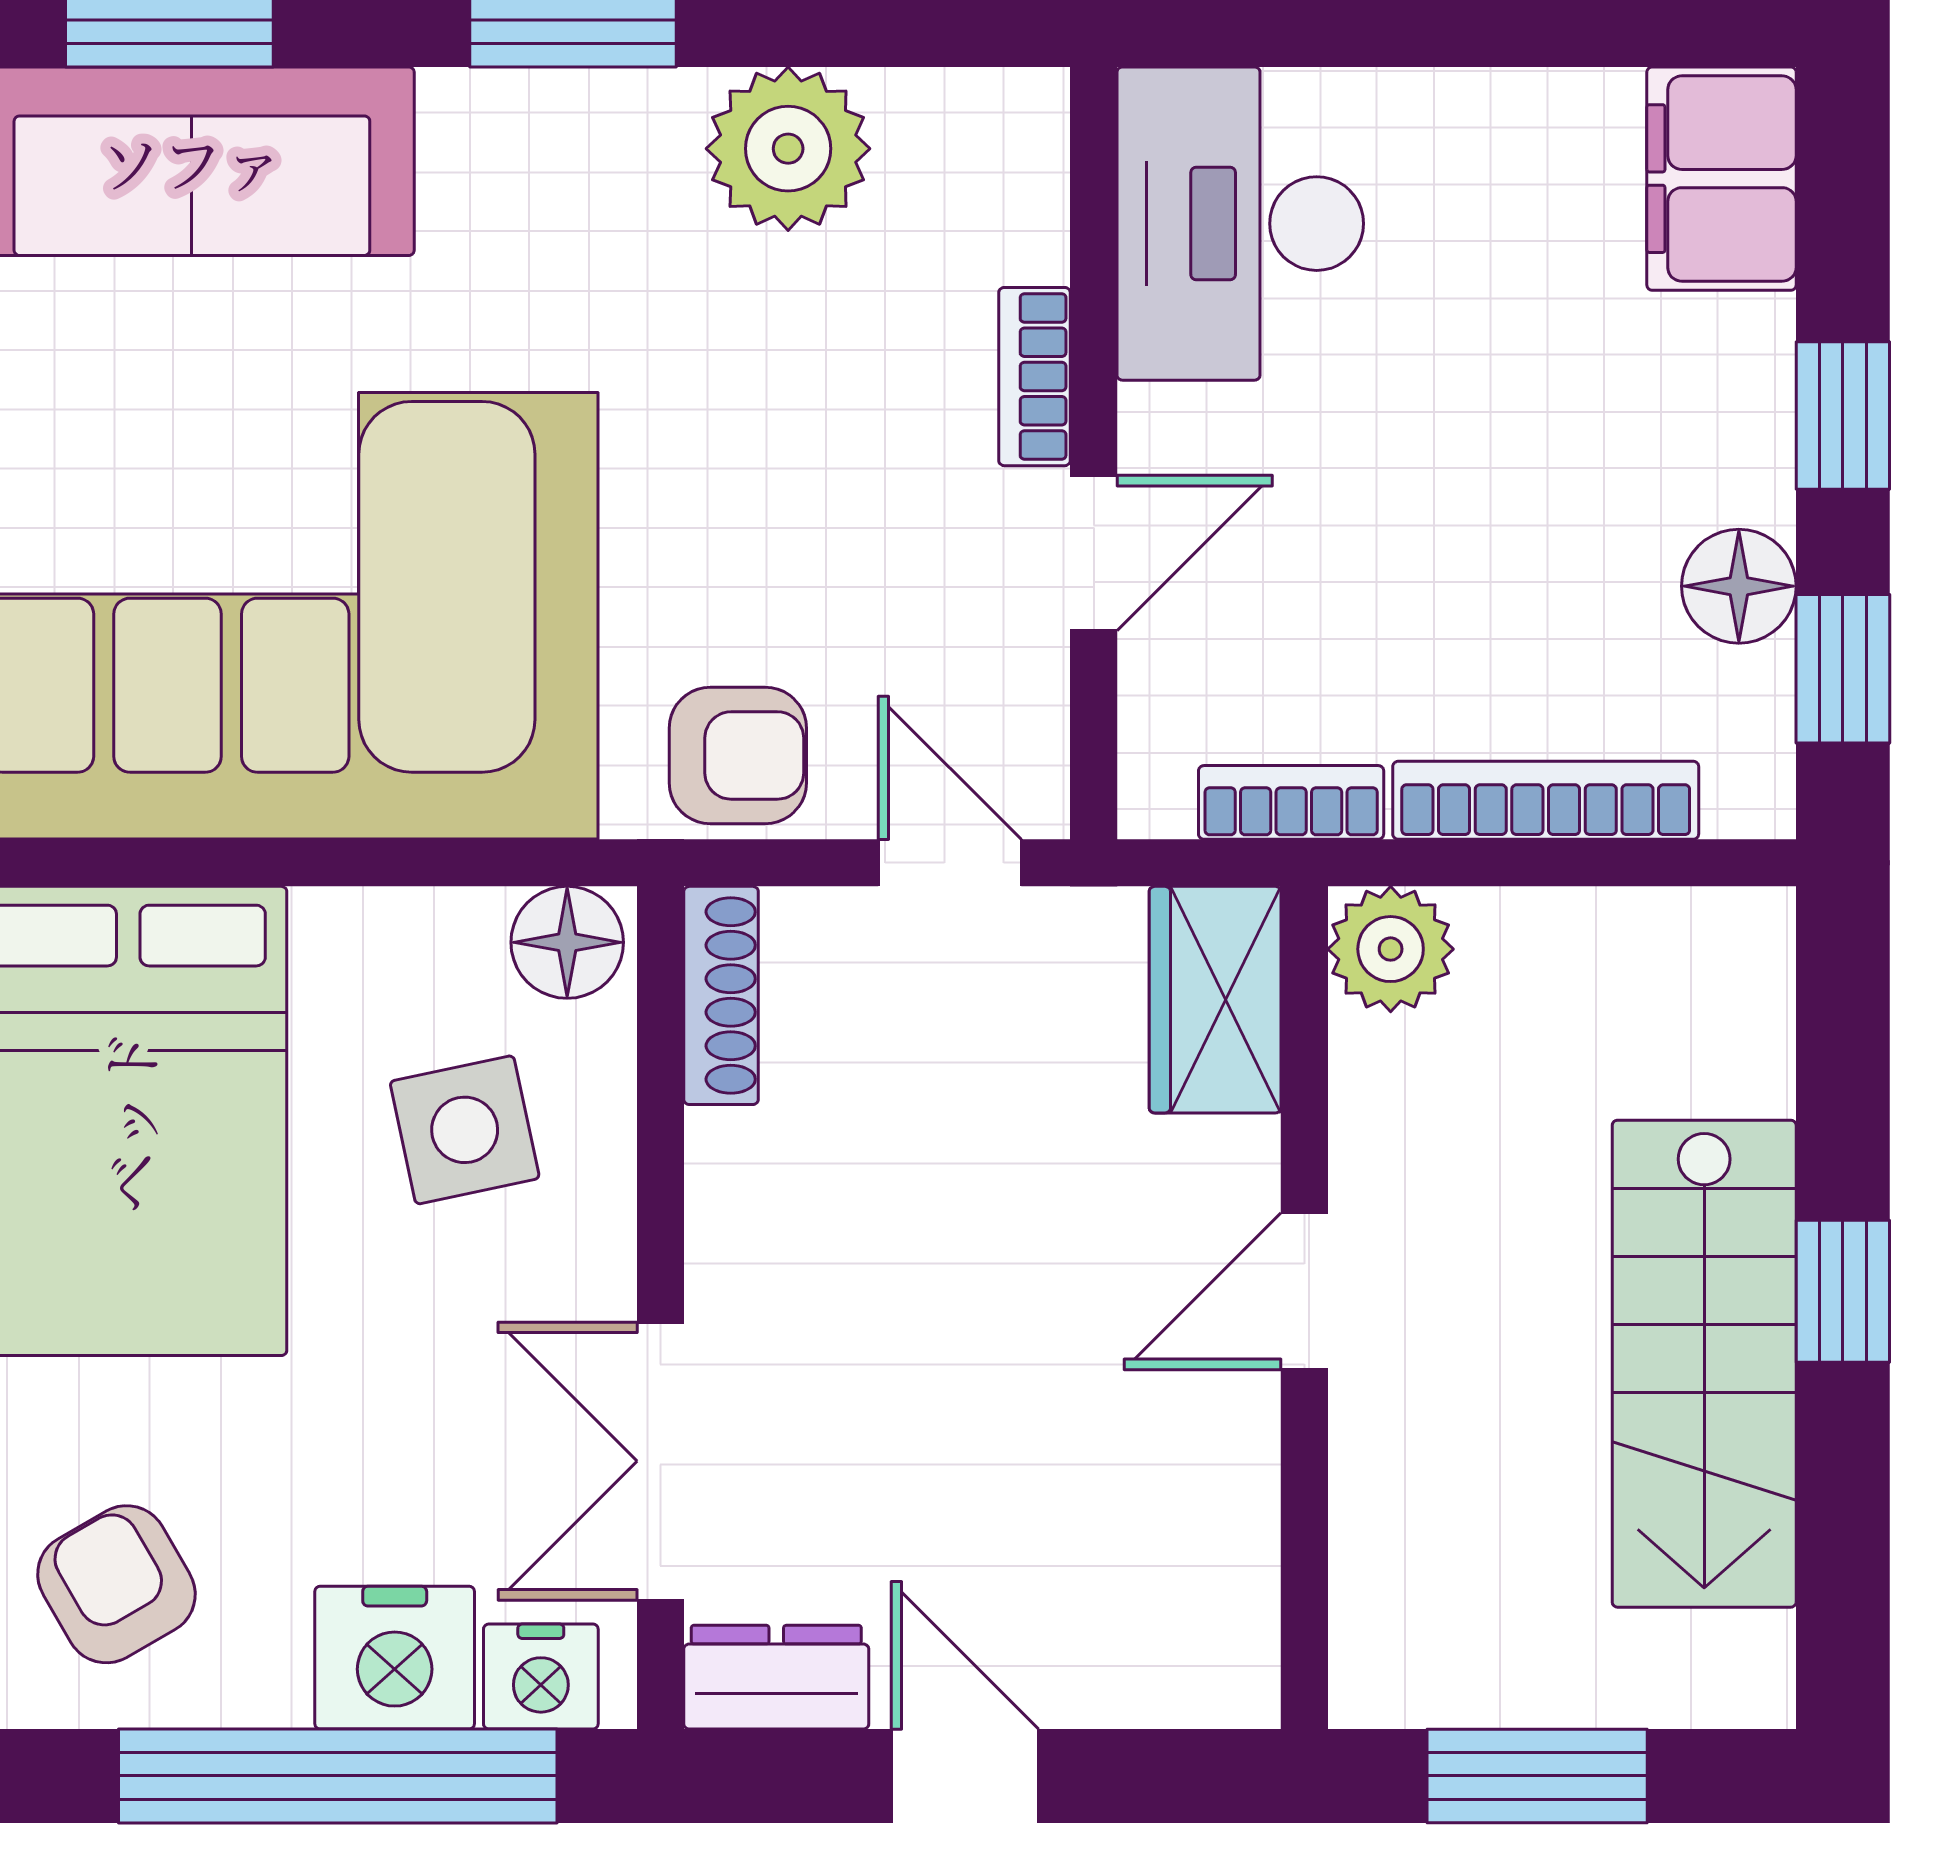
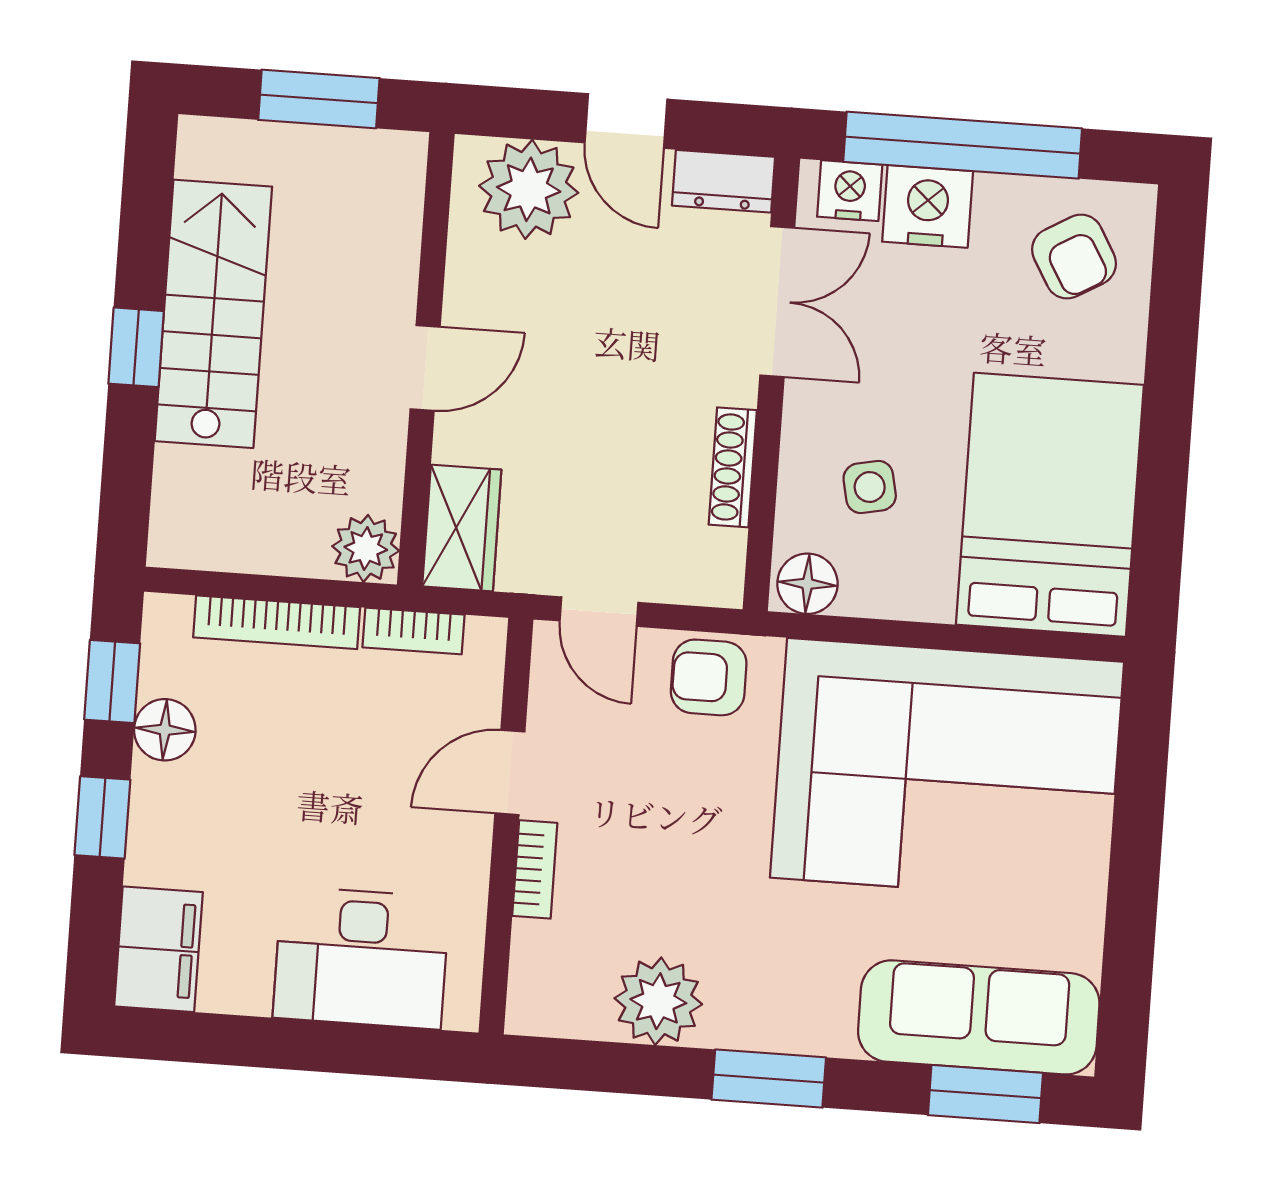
desk: (1240, 224) -> (361, 958), moved, turned 90
shoe rack: (721, 995) -> (733, 467), moved
side table: (465, 1130) -> (870, 487), width x0.73, depth x0.73
plant: (1136, 1636) -> (529, 189), added

